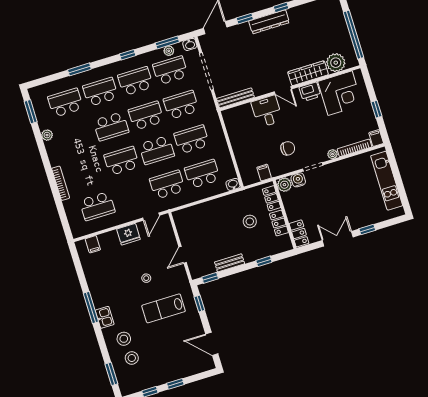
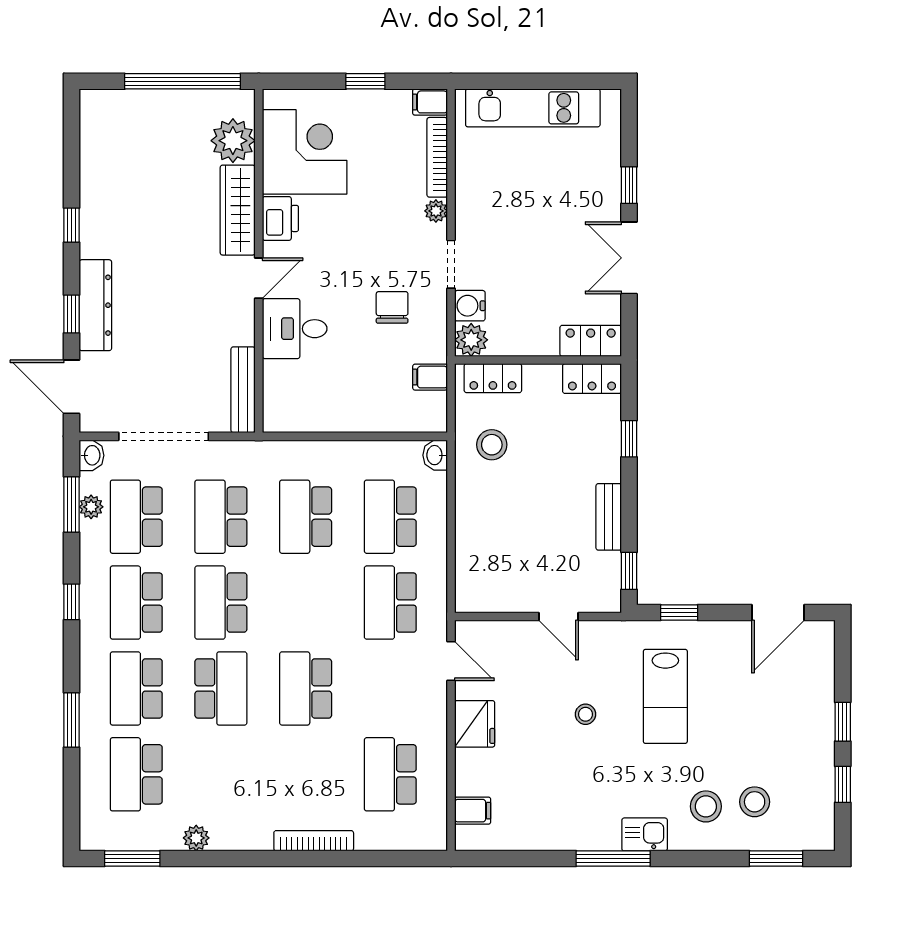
dresser: (269, 22) -> (95, 305), moved
school desk: (157, 150) -> (306, 603), removed
school desk: (97, 206) -> (390, 774), turned 180
stool: (250, 221) -> (492, 445), moved
locker: (279, 223) -> (592, 379), moved

